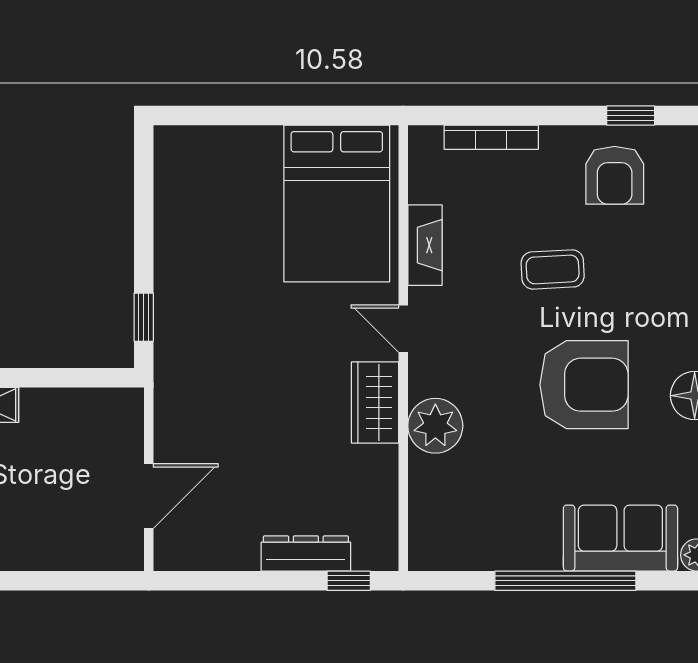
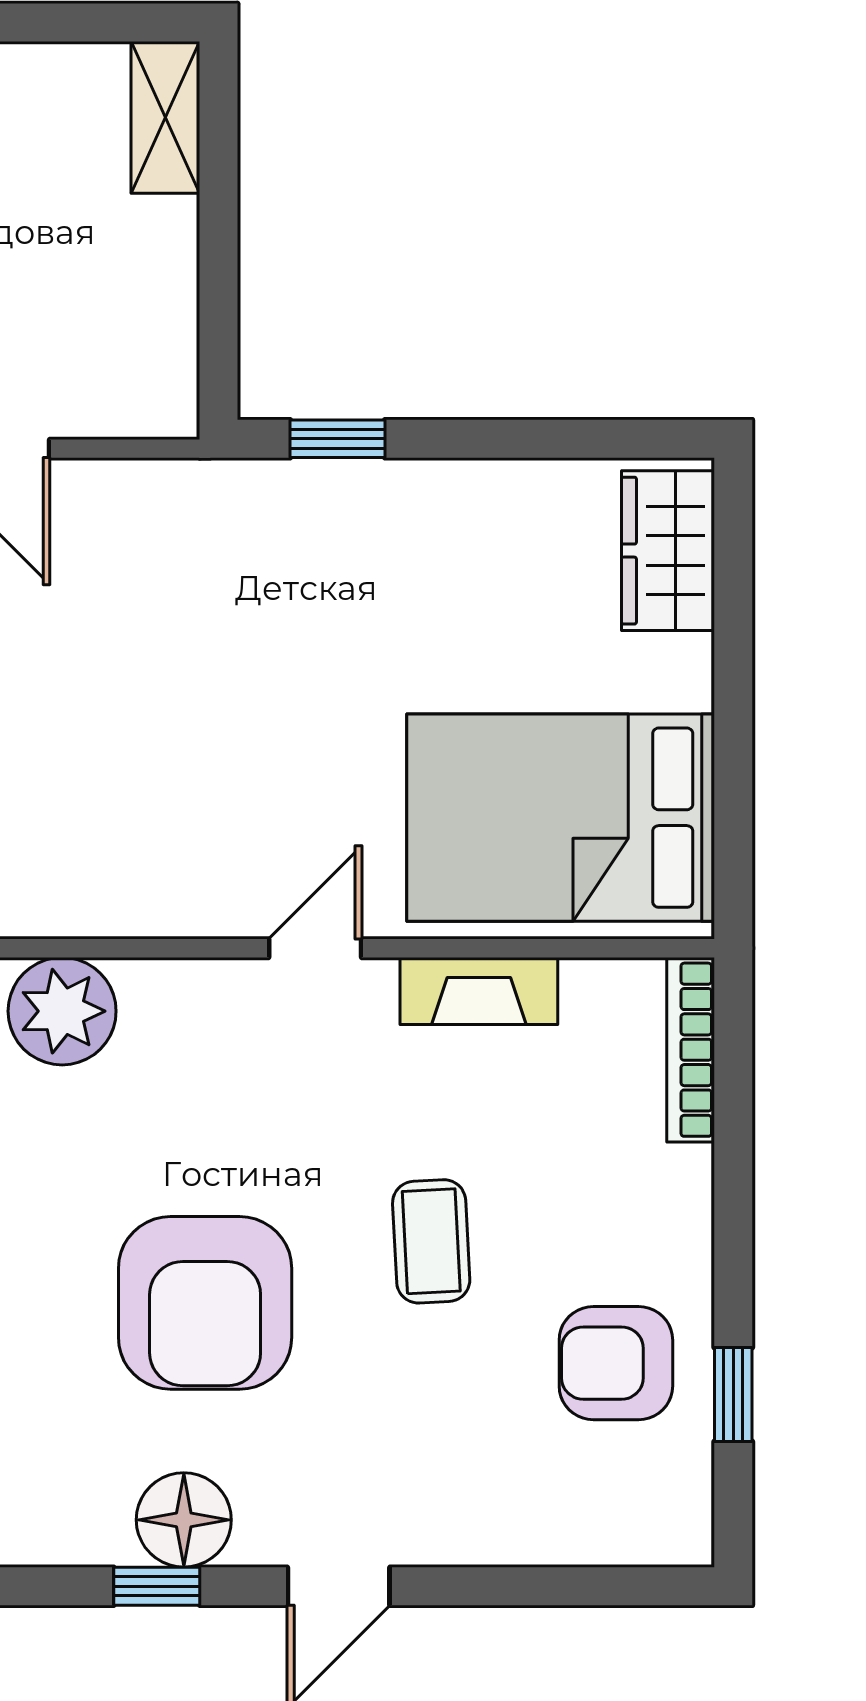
bookcase: (491, 137) -> (691, 1050), moved
wardrobe: (375, 402) -> (668, 551), moved, turned -90
plant: (435, 426) -> (62, 1011), moved

